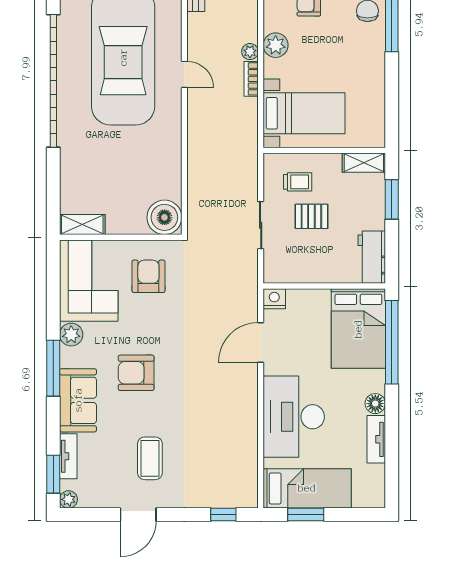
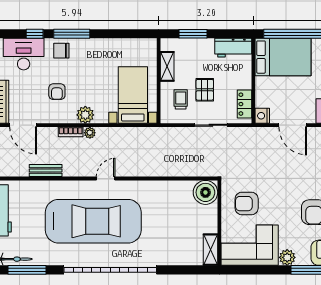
bookcase: (251, 79) -> (71, 132), moved
shelving: (364, 163) -> (167, 66), moved
locker: (291, 273) -> (244, 104), added

